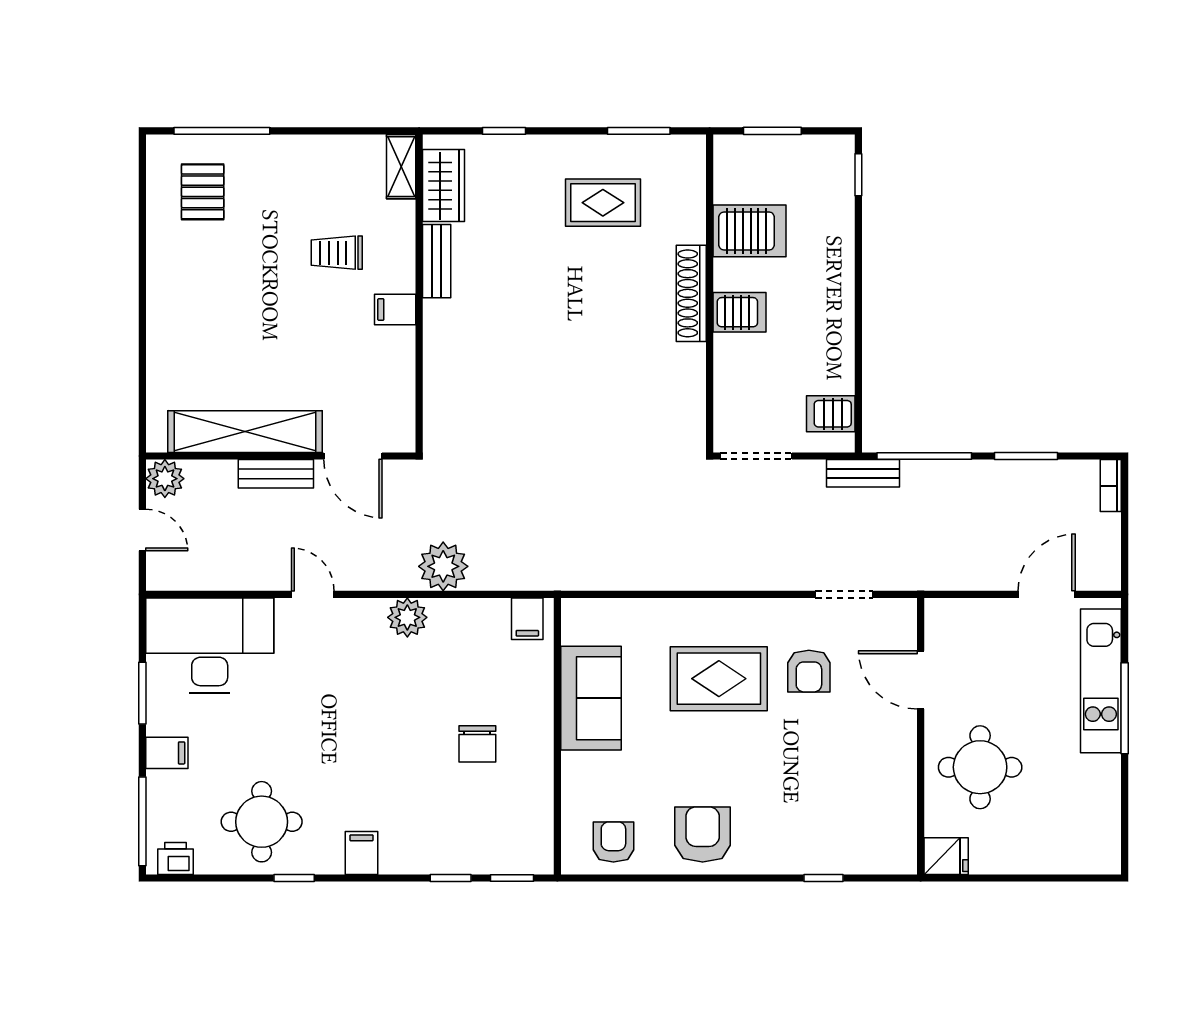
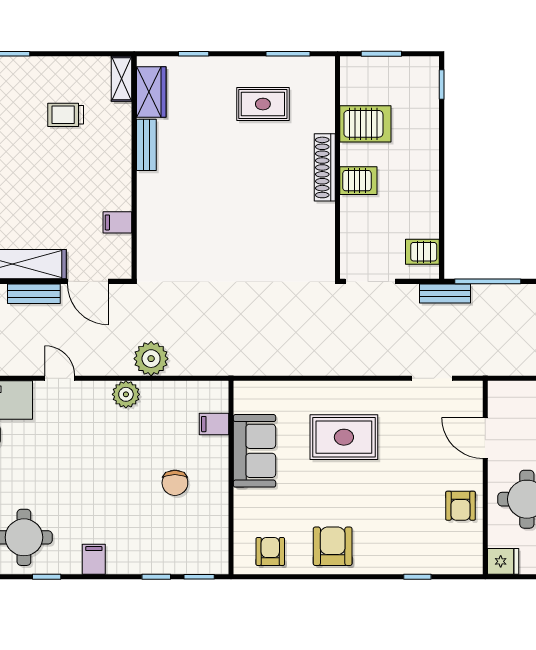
trolley: (337, 253) -> (66, 115), moved
filing cabinet: (395, 309) -> (117, 222), moved
filing cabinet: (527, 619) -> (214, 424), moved, turned 90
armchair: (809, 671) -> (460, 506), moved

